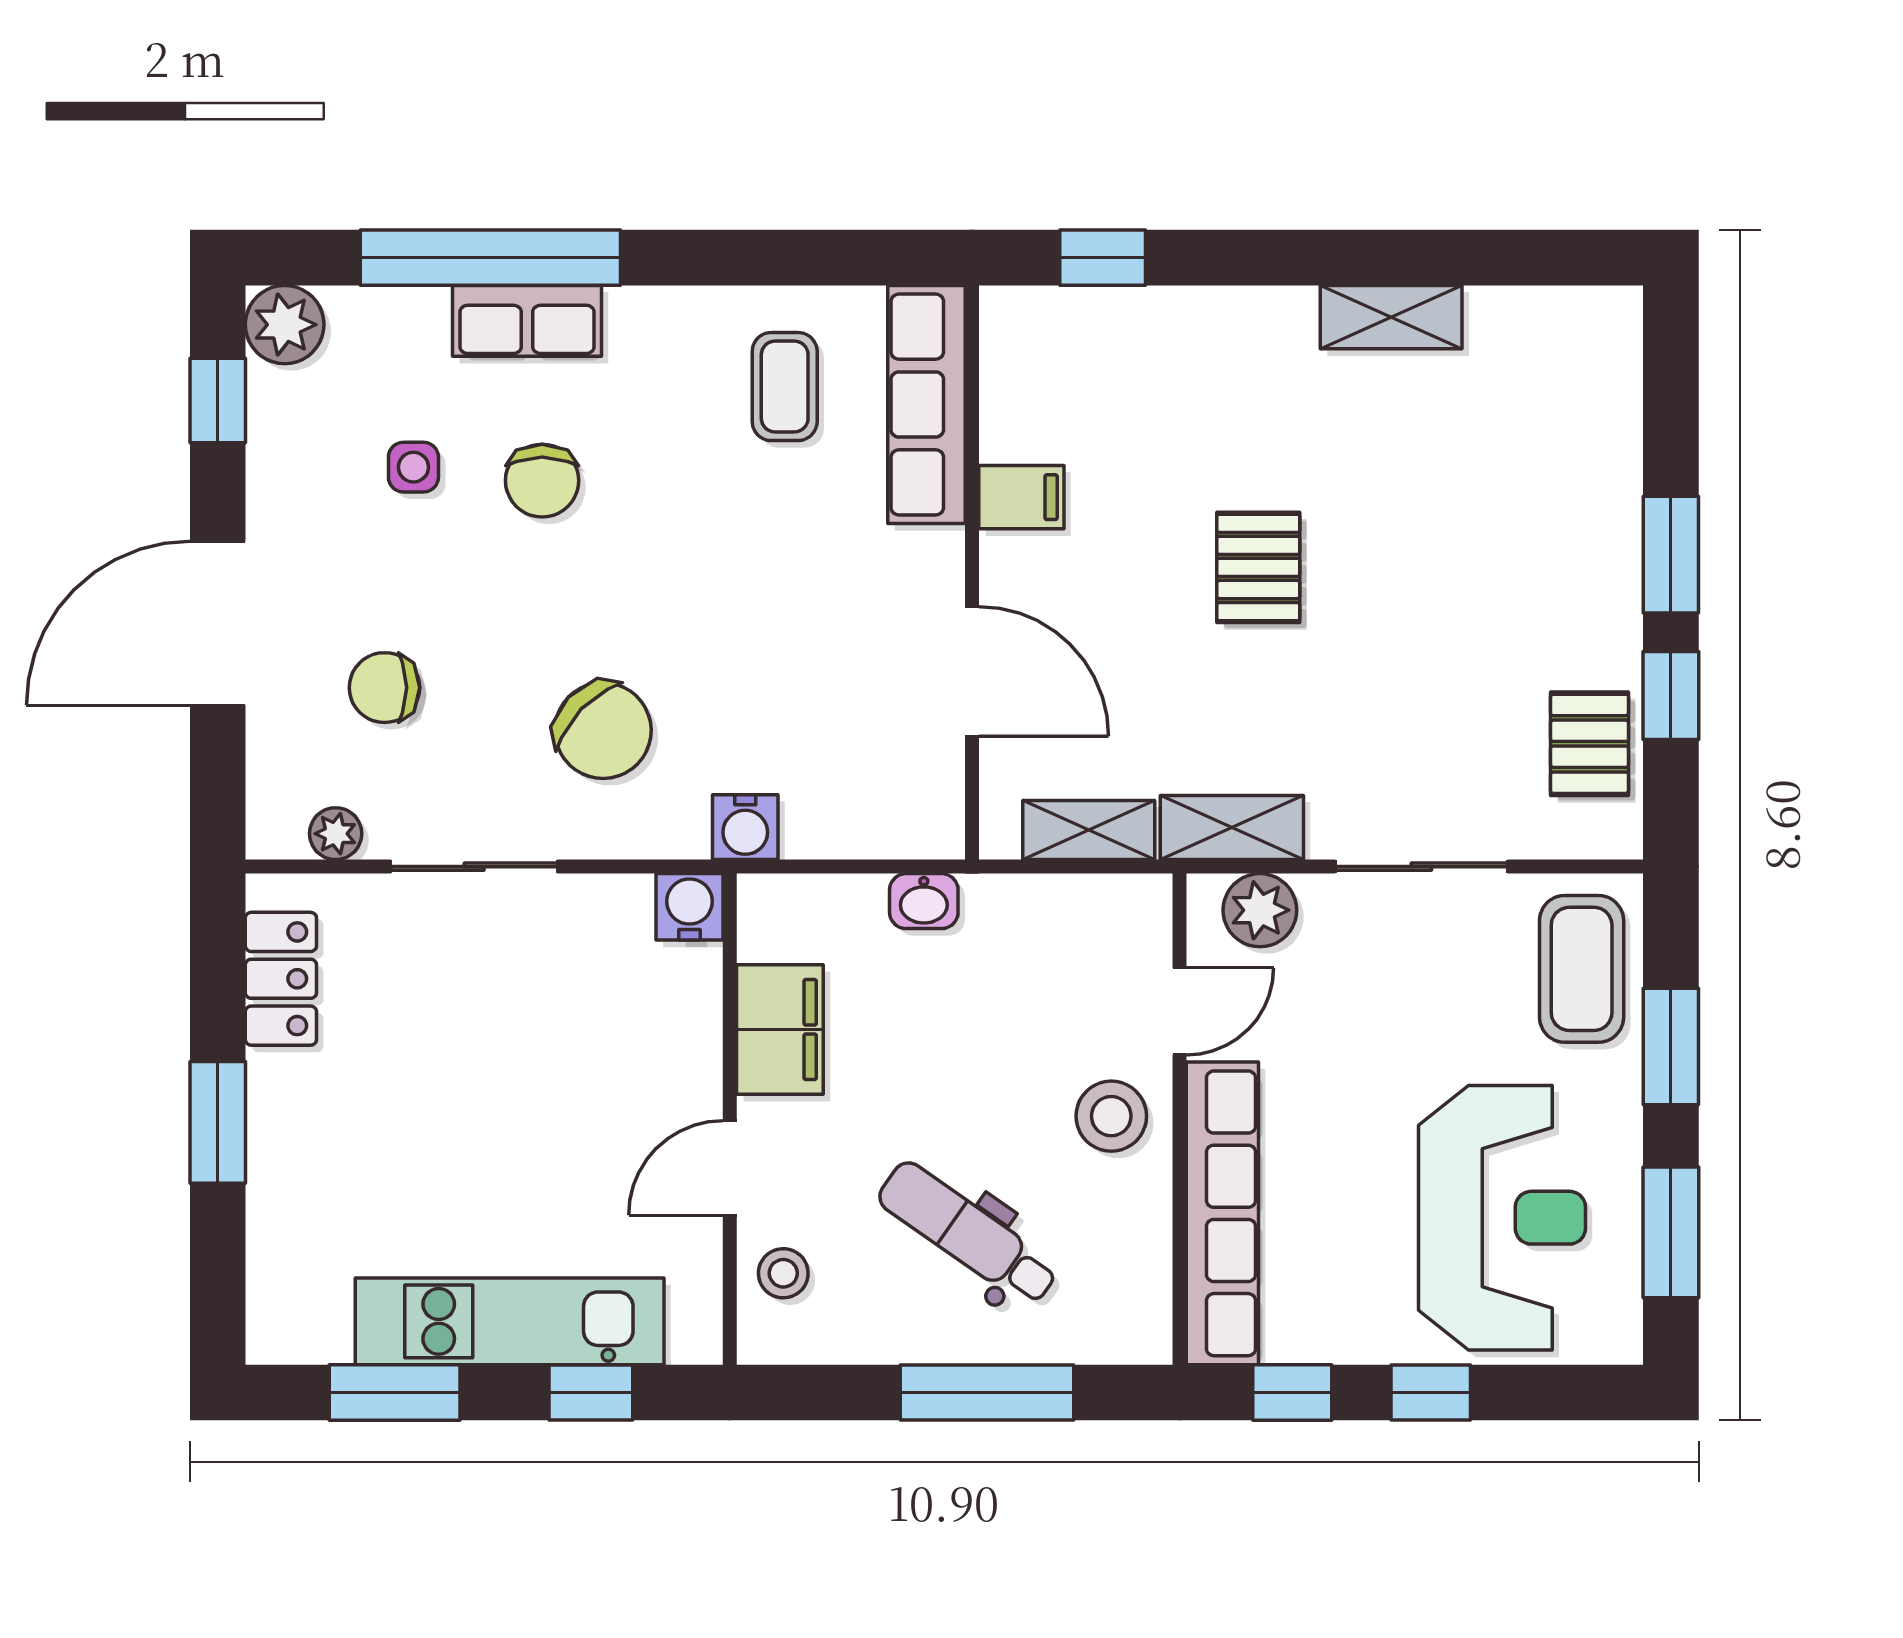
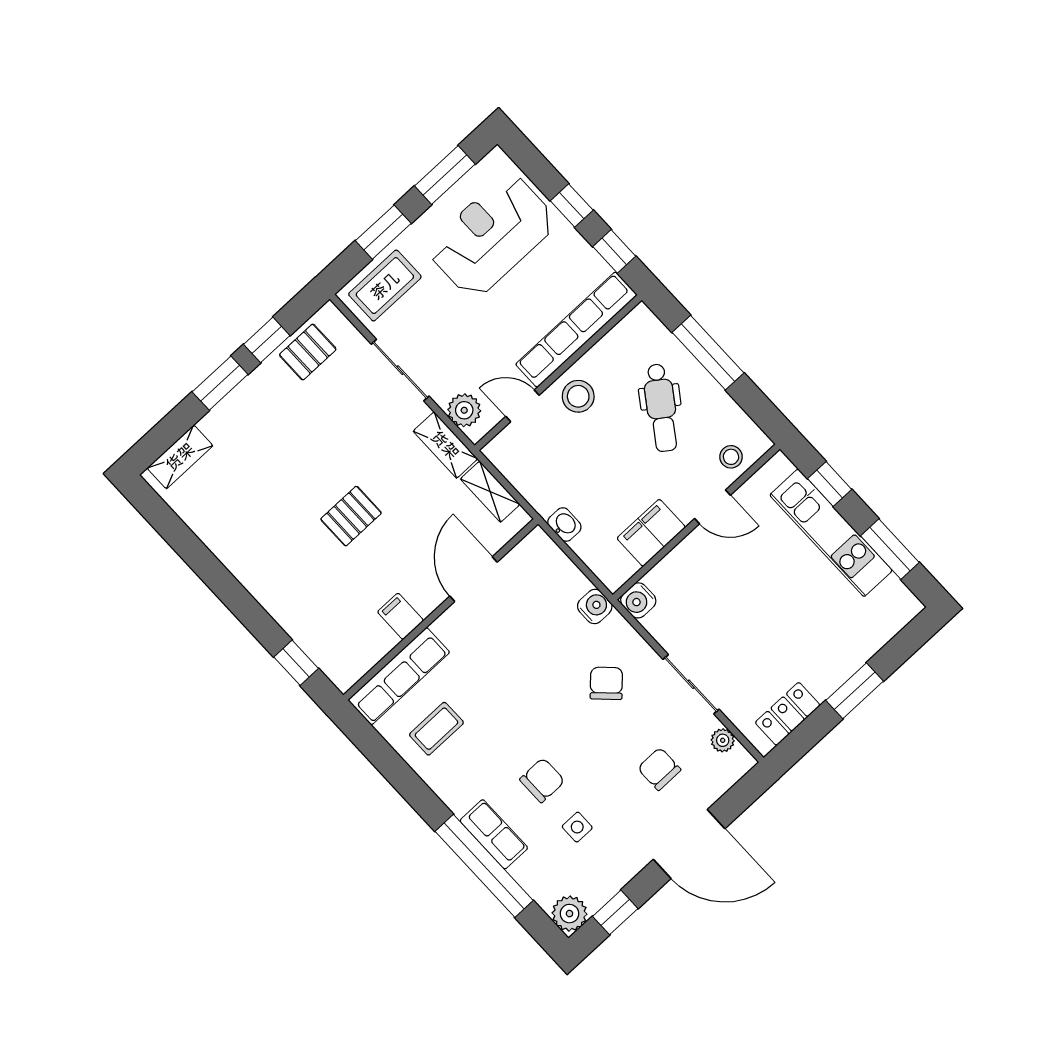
shelving: (1391, 317) -> (180, 457), moved, turned 90
chair: (384, 688) -> (659, 769), turned 180
chair: (603, 730) -> (606, 683), width x0.73, depth x0.73

